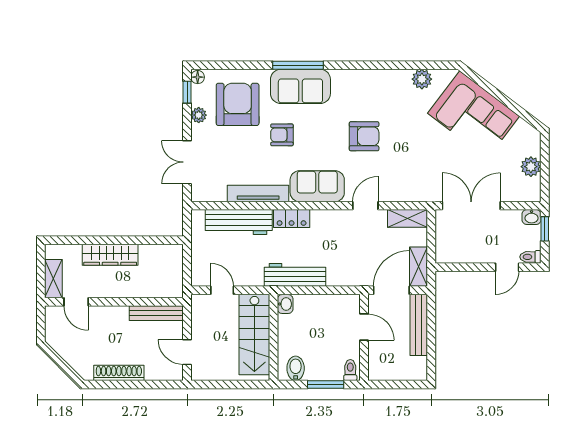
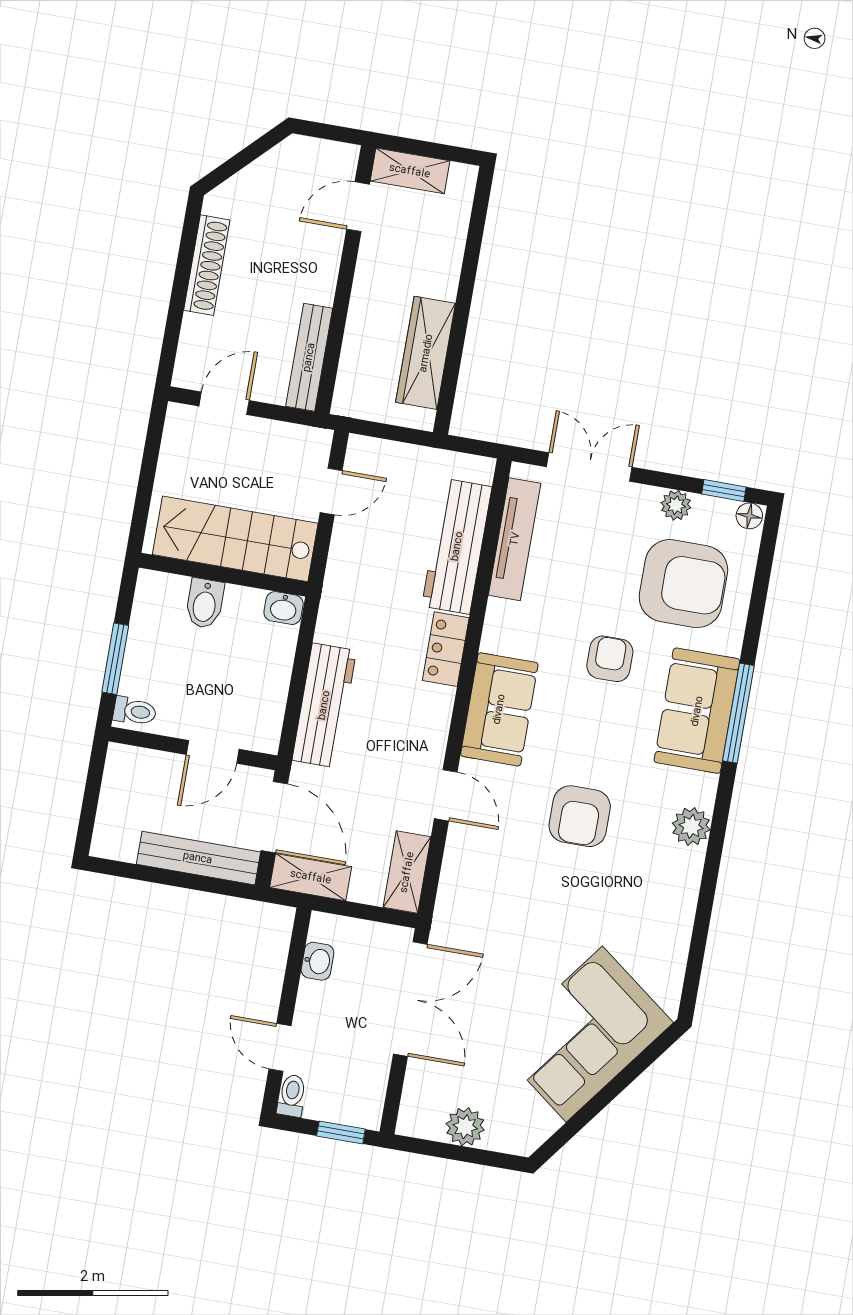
plant: (422, 79) -> (691, 826), moved
tv unit: (258, 193) -> (515, 539), moved
washbasin: (532, 217) -> (317, 961), moved, turned 180
wardrobe: (110, 255) -> (426, 353), moved
workbench: (295, 275) -> (324, 705), moved
bidet: (296, 368) -> (205, 603), moved, turned 90

